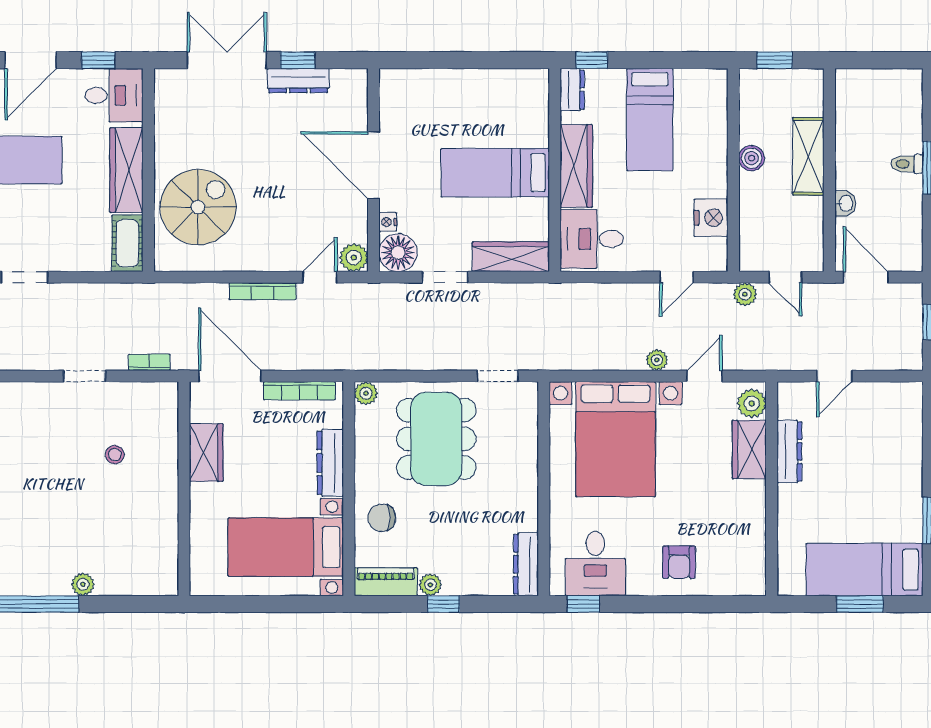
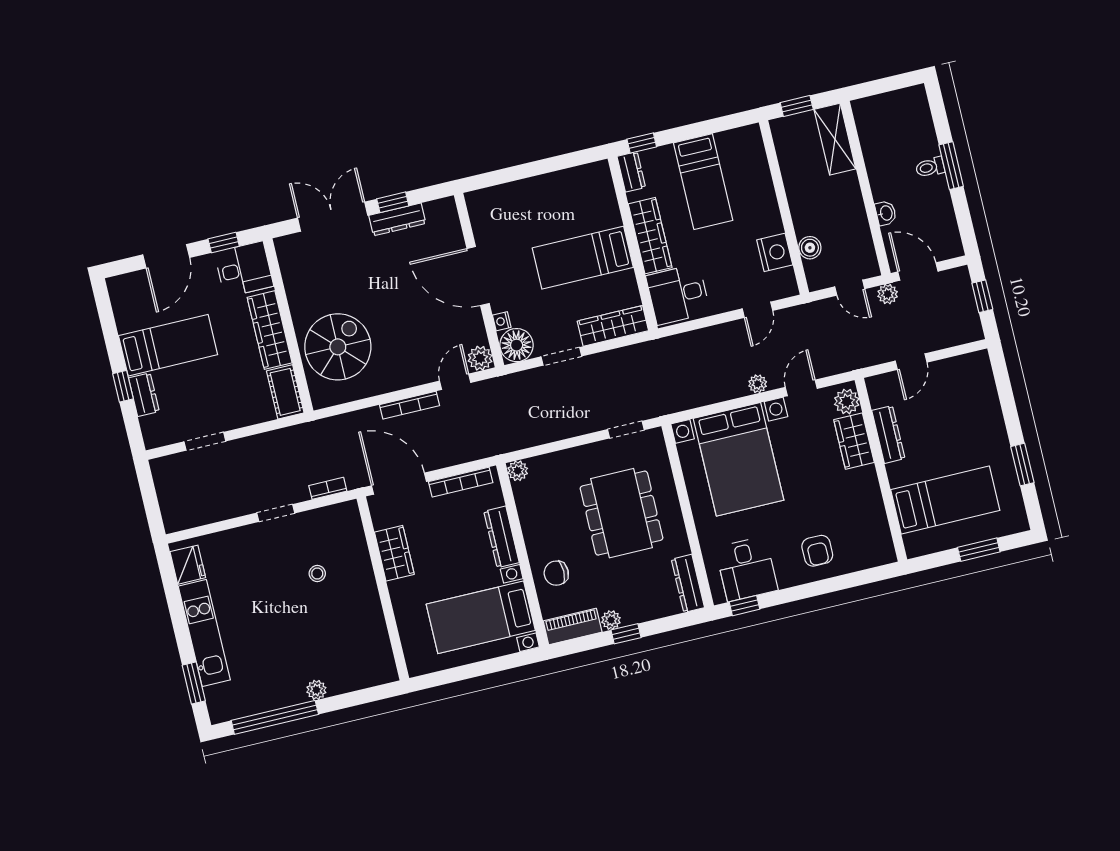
shelving: (808, 156) -> (835, 139), moved
boiler: (752, 158) -> (810, 248), moved
plant: (745, 294) -> (888, 294), moved
dining table: (436, 439) -> (622, 513), moved
bed: (864, 570) -> (945, 500), moved, turned 180

